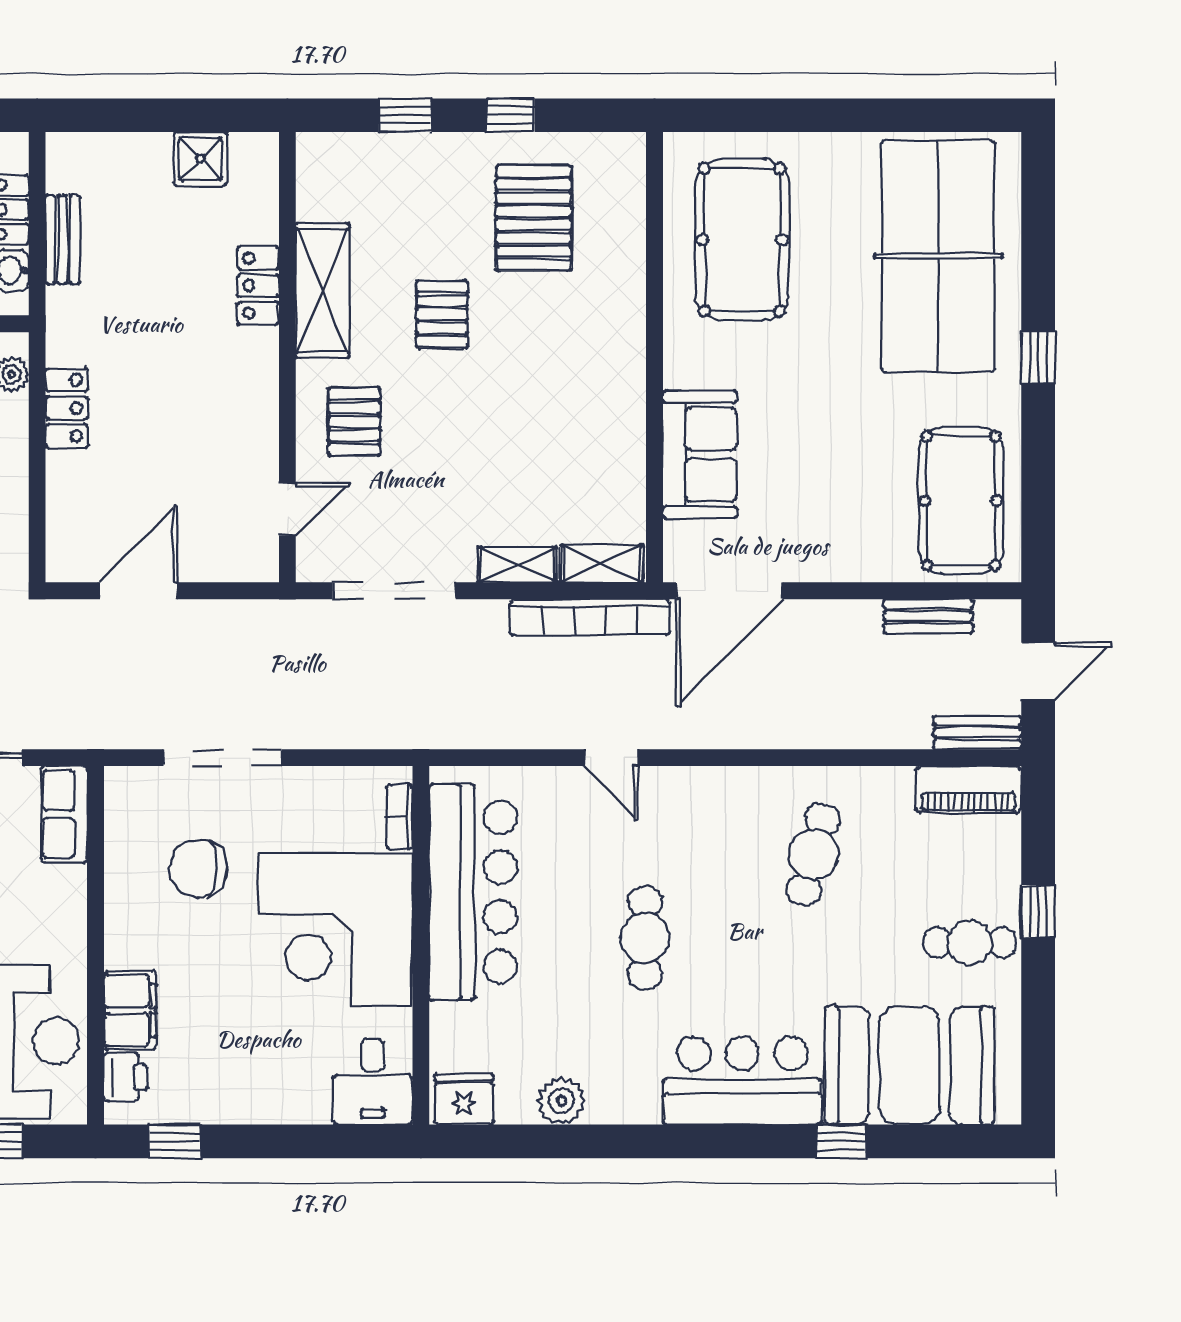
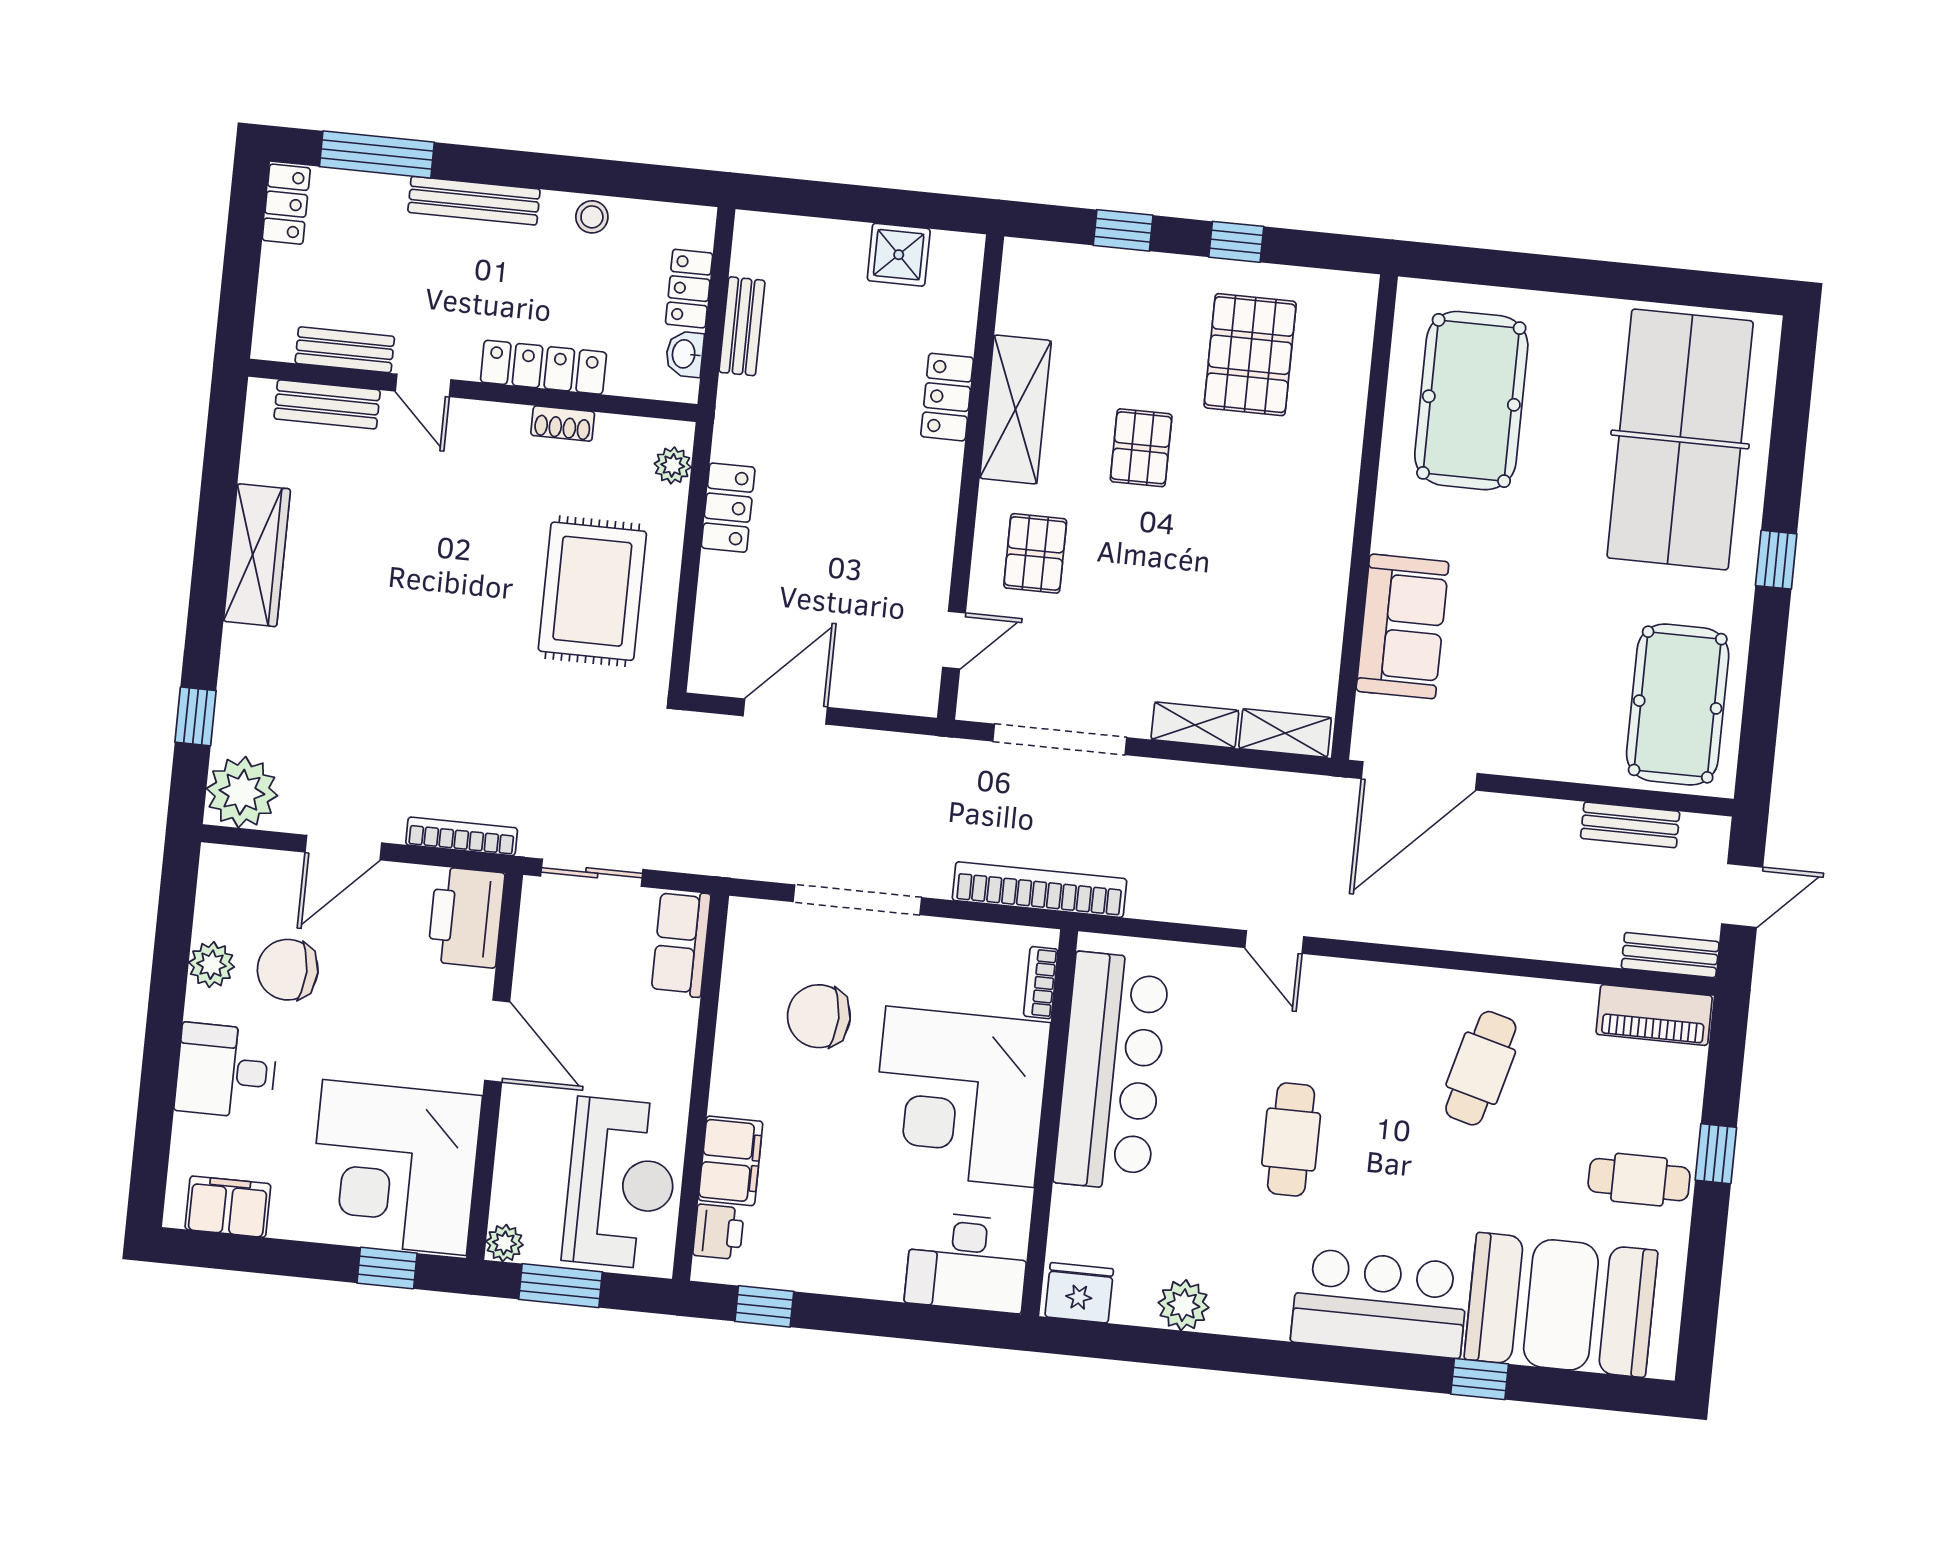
bookcase: (590, 617) -> (1040, 890), moved, turned 180
desk: (373, 1082) -> (967, 1262), width x1.37

